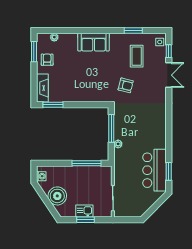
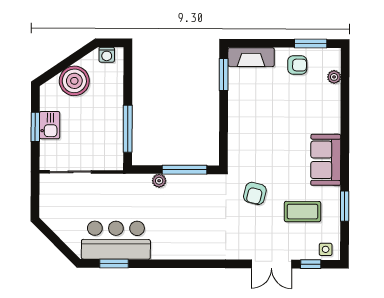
sofa: (94, 42) -> (326, 160), moved

